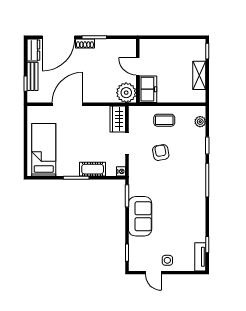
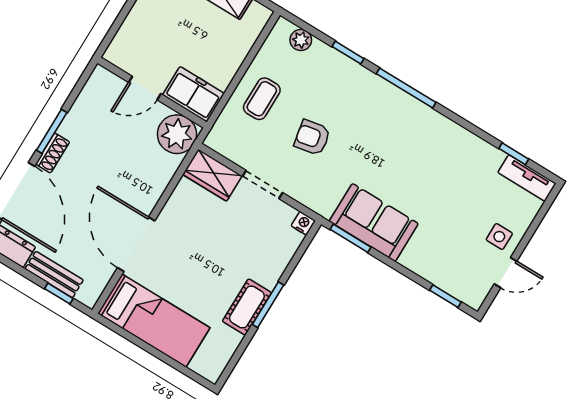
bed: (44, 150) -> (154, 321), moved, turned 180
cot: (93, 169) -> (247, 307), moved
sofa: (140, 216) -> (374, 222), moved

